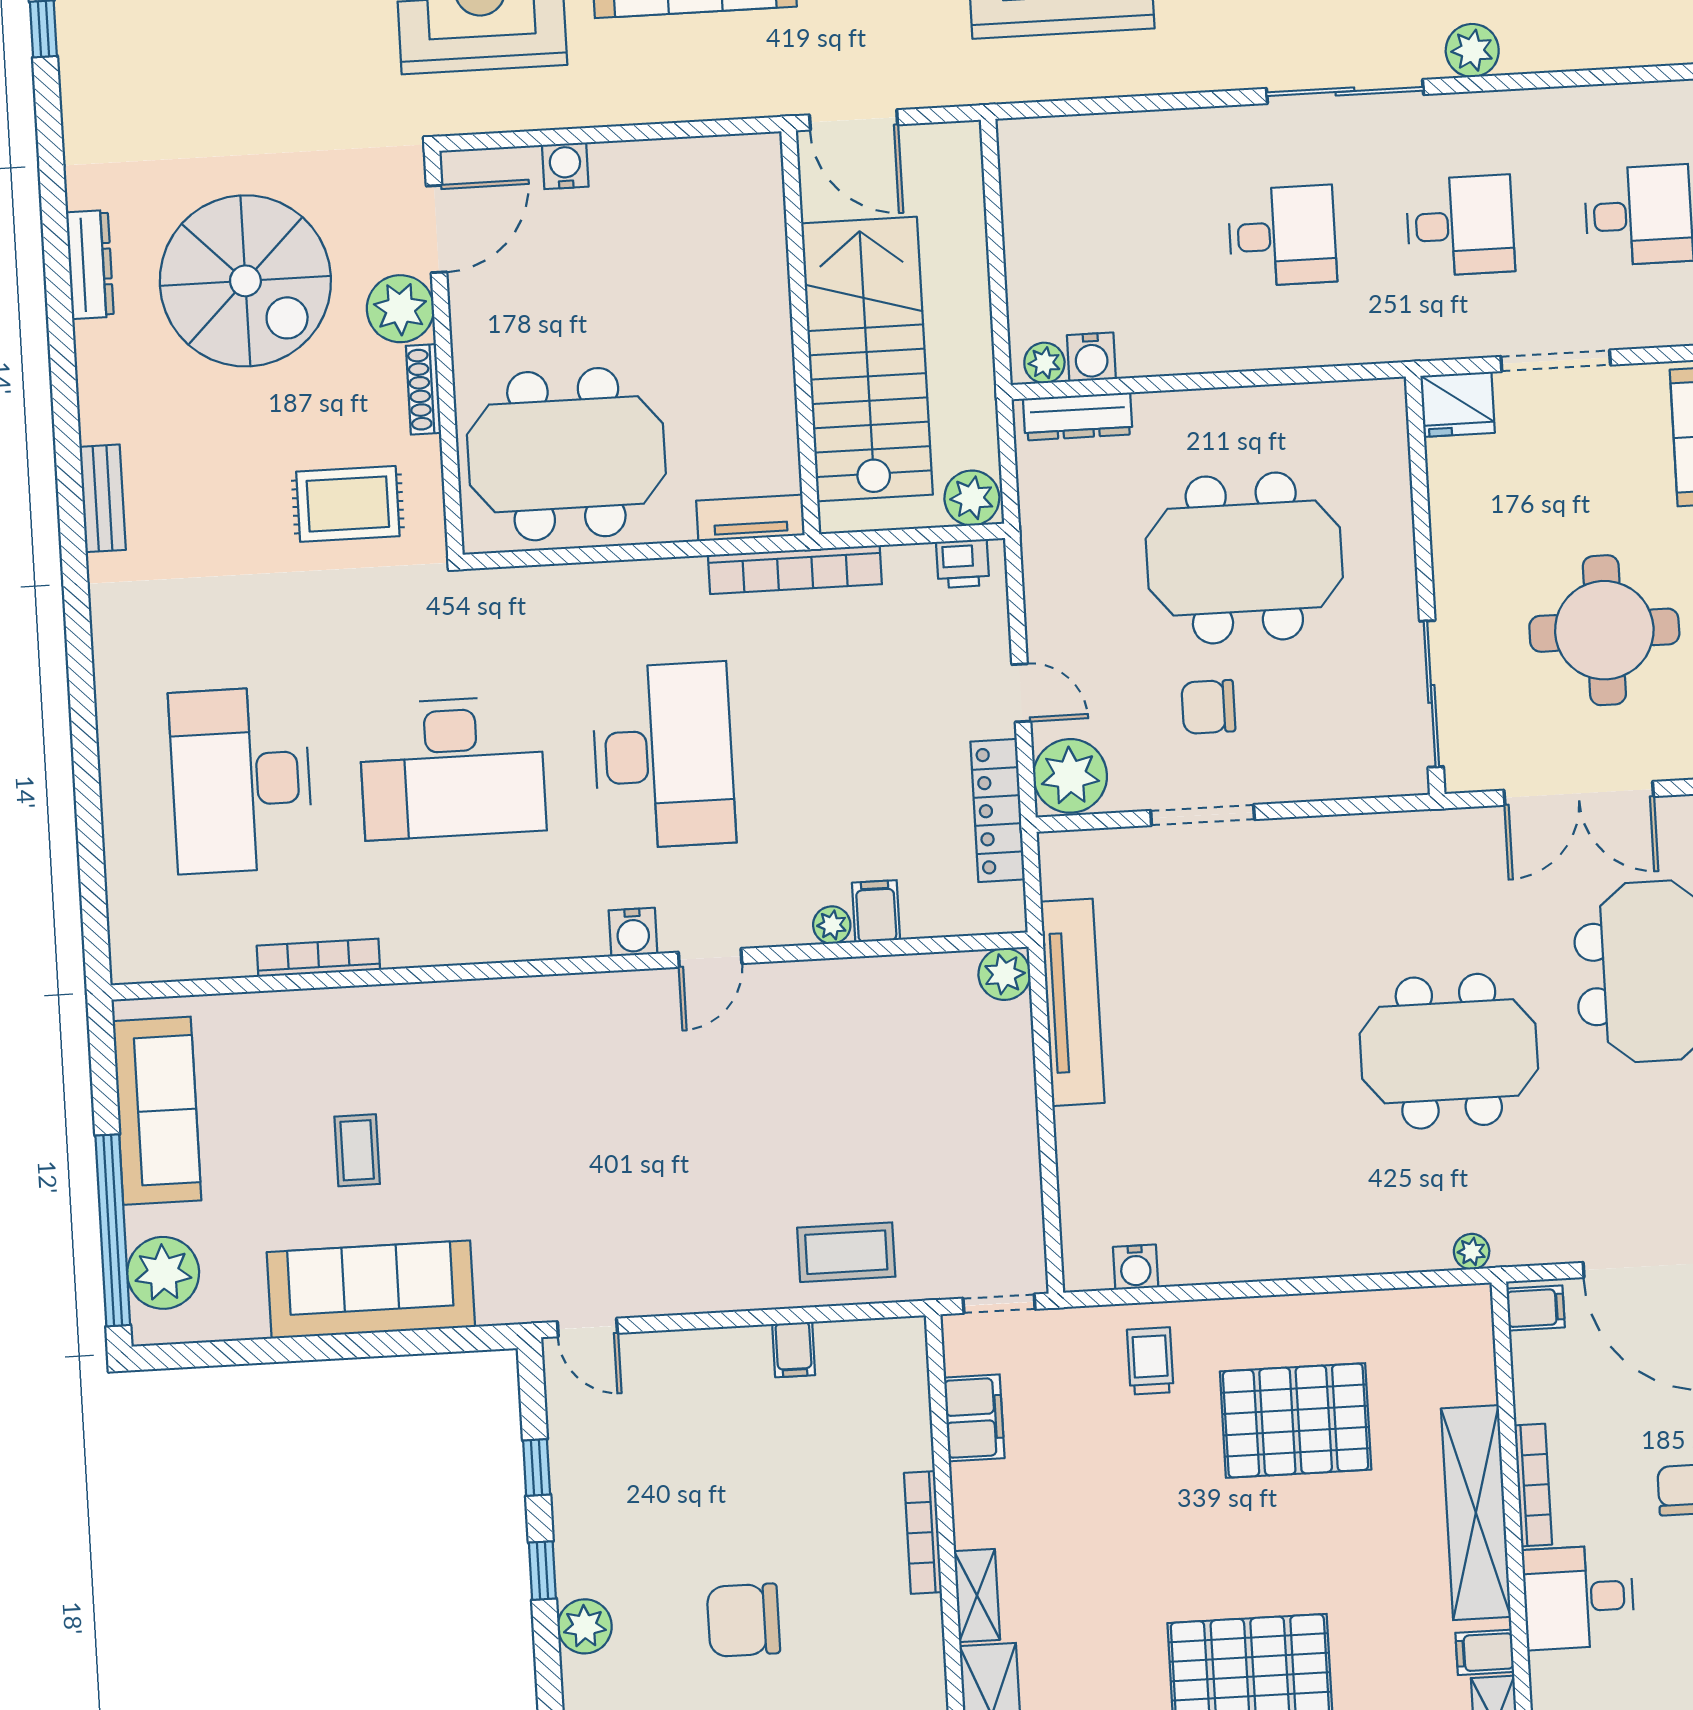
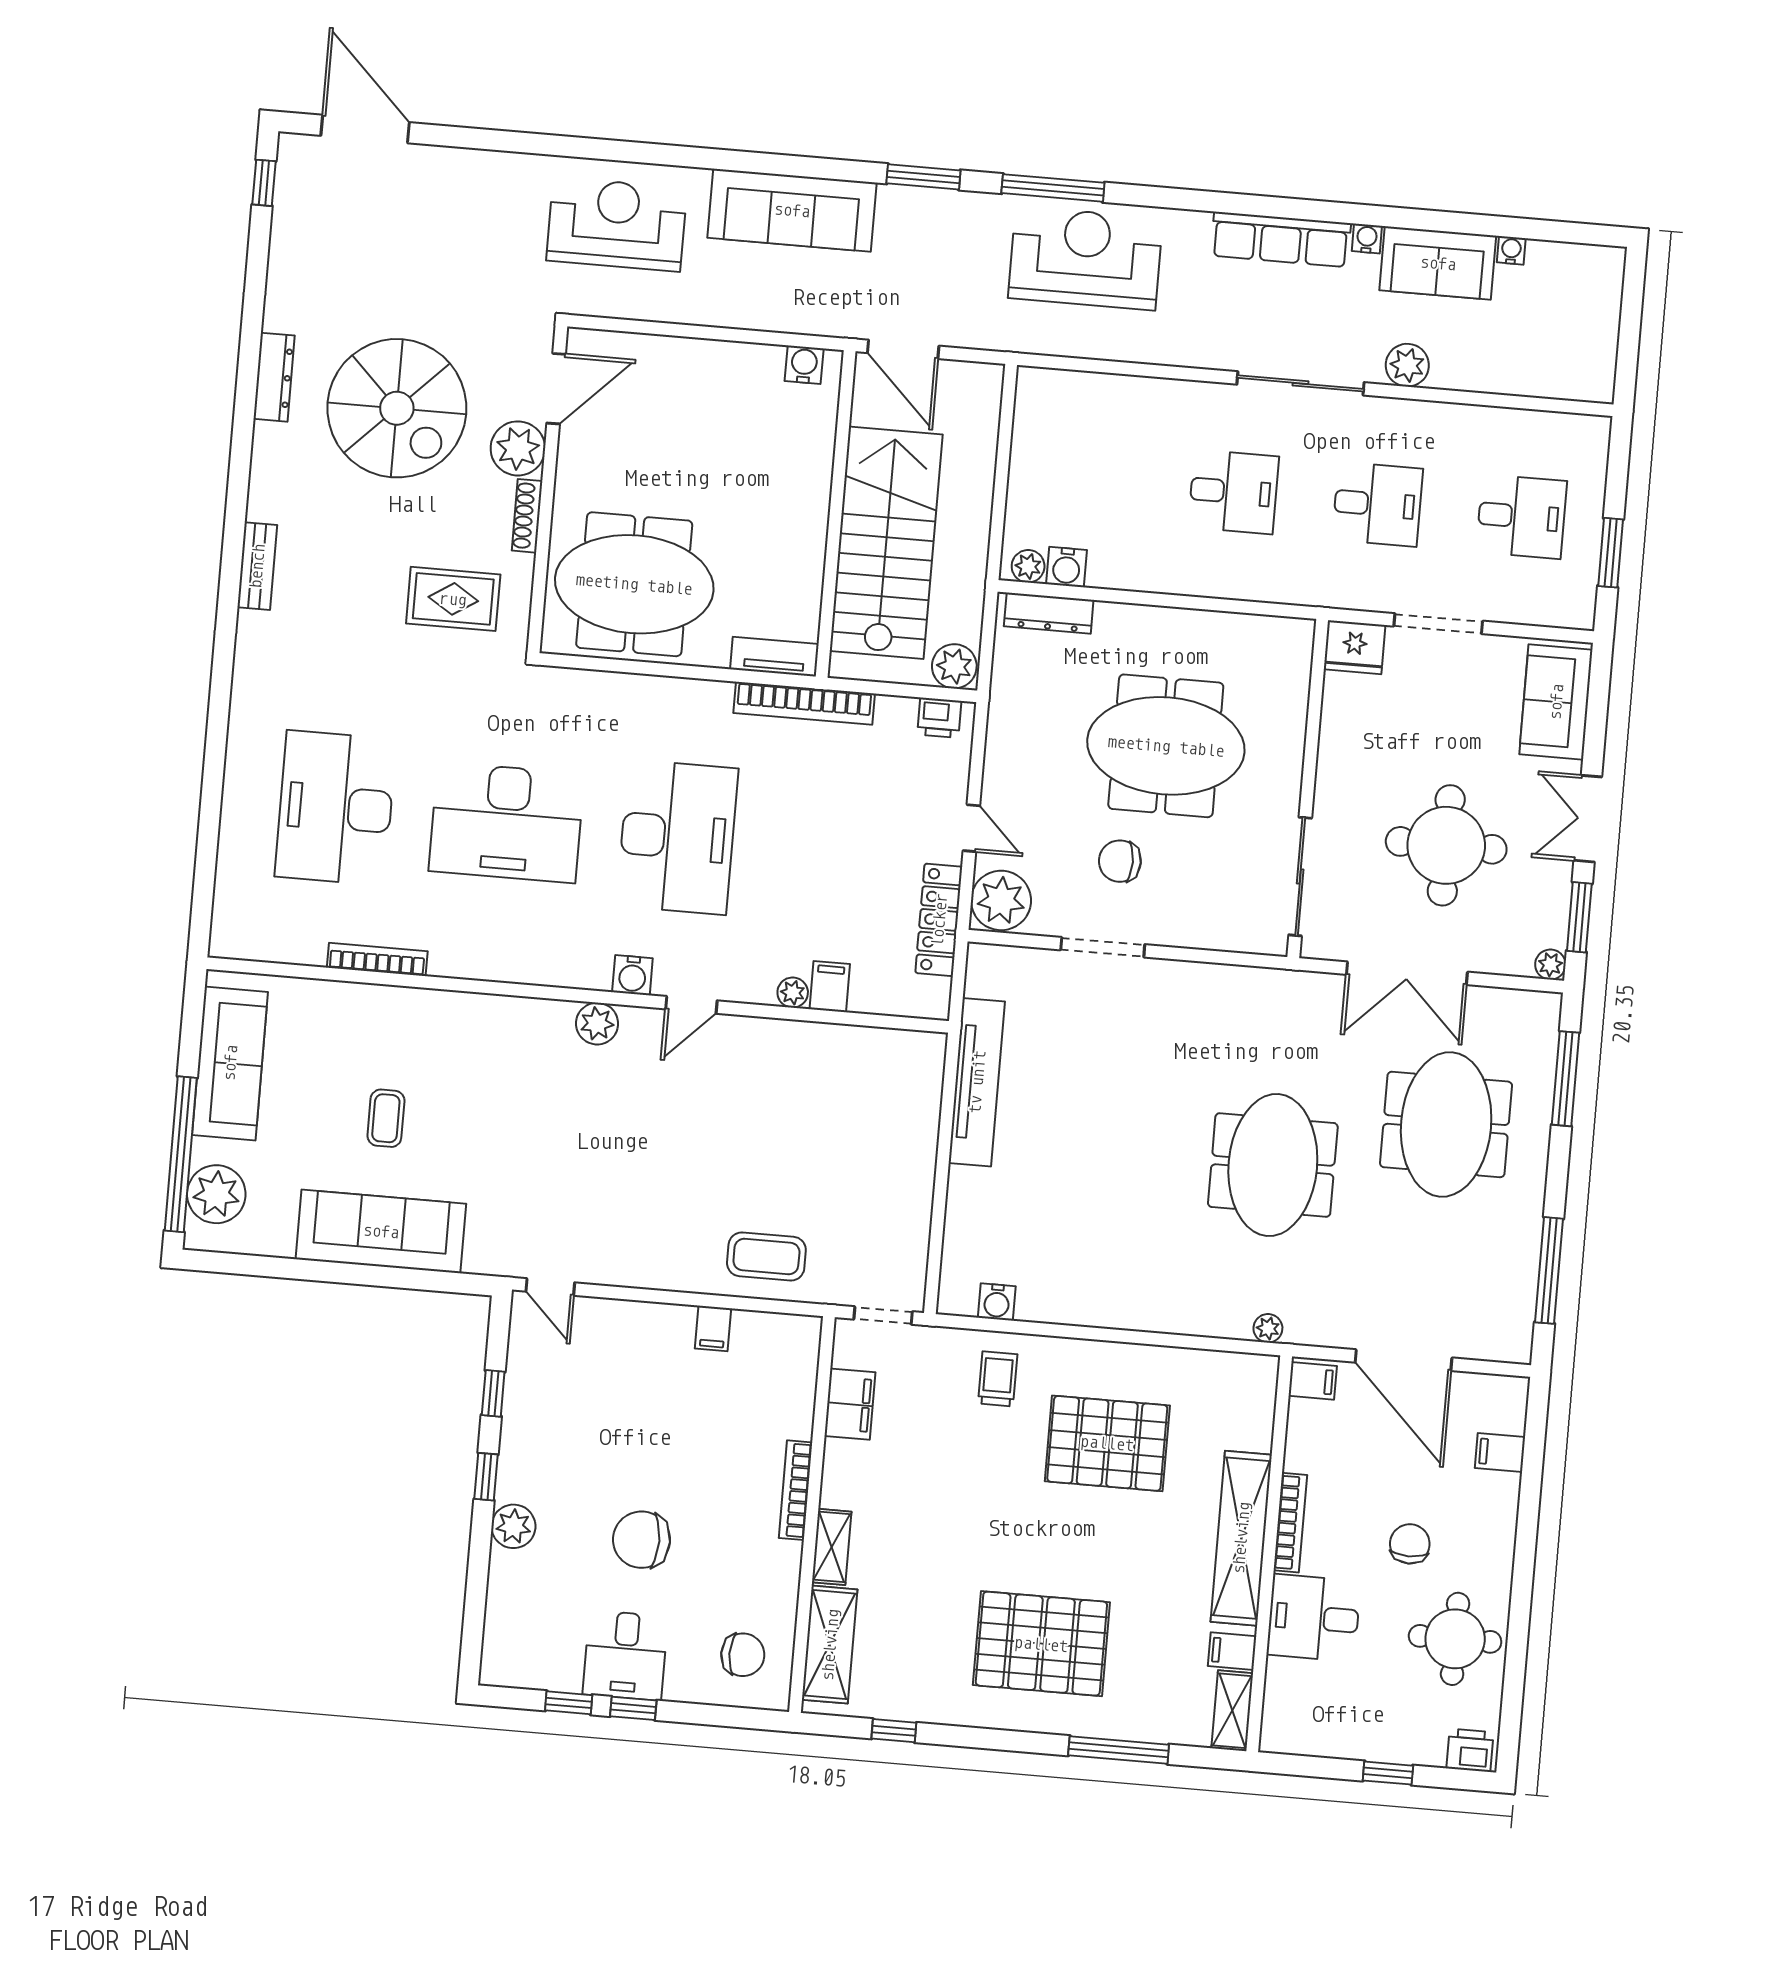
water cooler: (565, 166) -> (804, 365), moved
plant: (1004, 974) -> (597, 1024), moved
meeting table: (1449, 1051) -> (1273, 1165), turned 90

